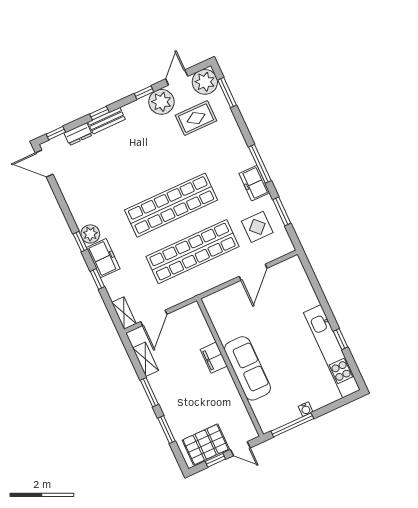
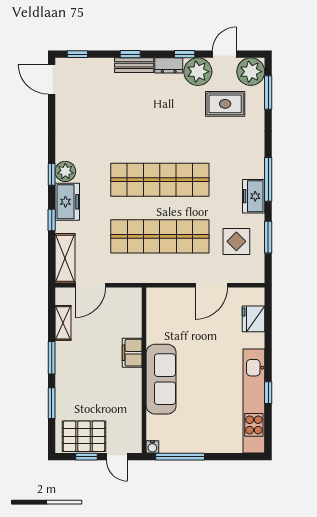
dresser: (78, 134) -> (169, 65), moved
fridge: (301, 284) -> (253, 319), added
shelving: (124, 313) -> (65, 258), width x1.50, depth x1.33
water cooler: (306, 409) -> (152, 447), moved

